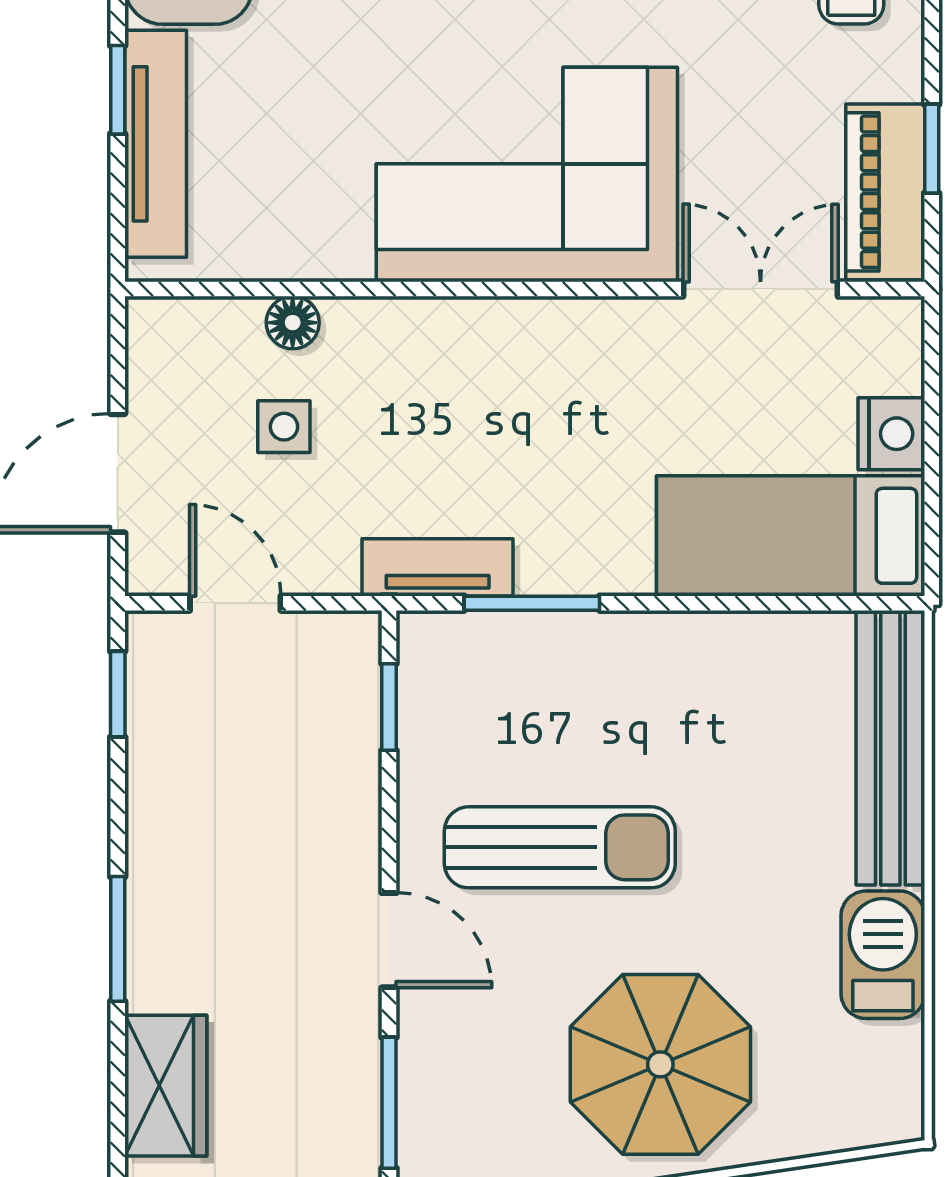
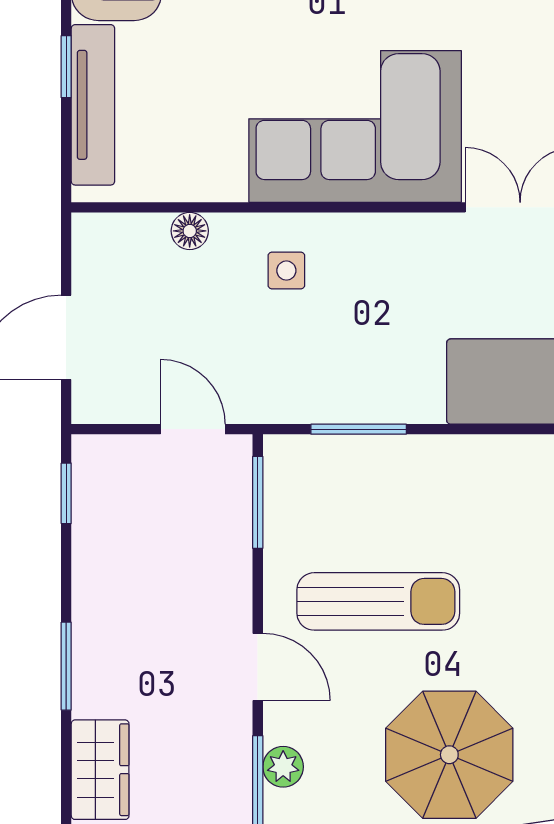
side table: (284, 427) -> (286, 271), moved
tv unit: (438, 567) -> (292, 404), removed
door: (235, 603) -> (193, 429), moved
window: (389, 707) -> (258, 502), width x1.50
plant: (425, 1081) -> (283, 767), added

